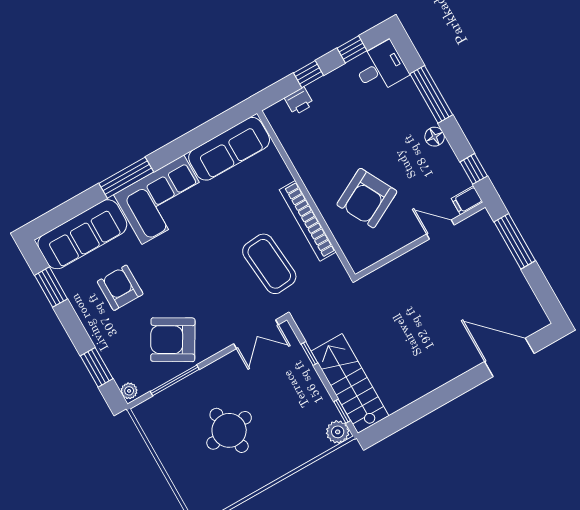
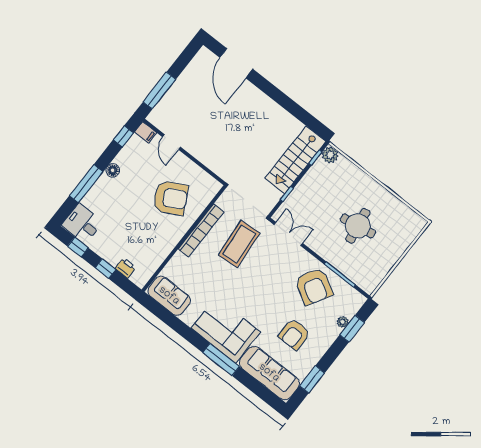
sofa: (229, 149) -> (169, 296), width x0.73
plant: (129, 391) -> (343, 322), moved

